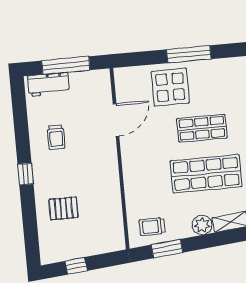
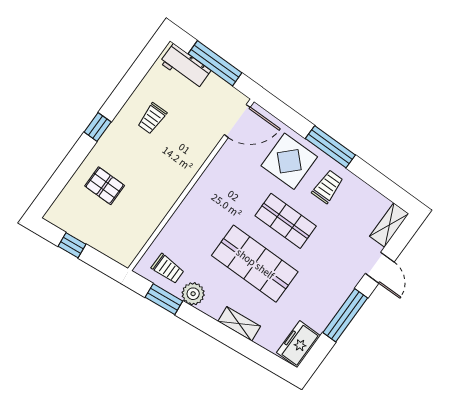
trolley: (210, 82) -> (328, 187), added
door: (116, 120) -> (237, 121), moved
plant: (202, 225) -> (193, 294), moved
trolley: (152, 227) -> (168, 269), turned 180

